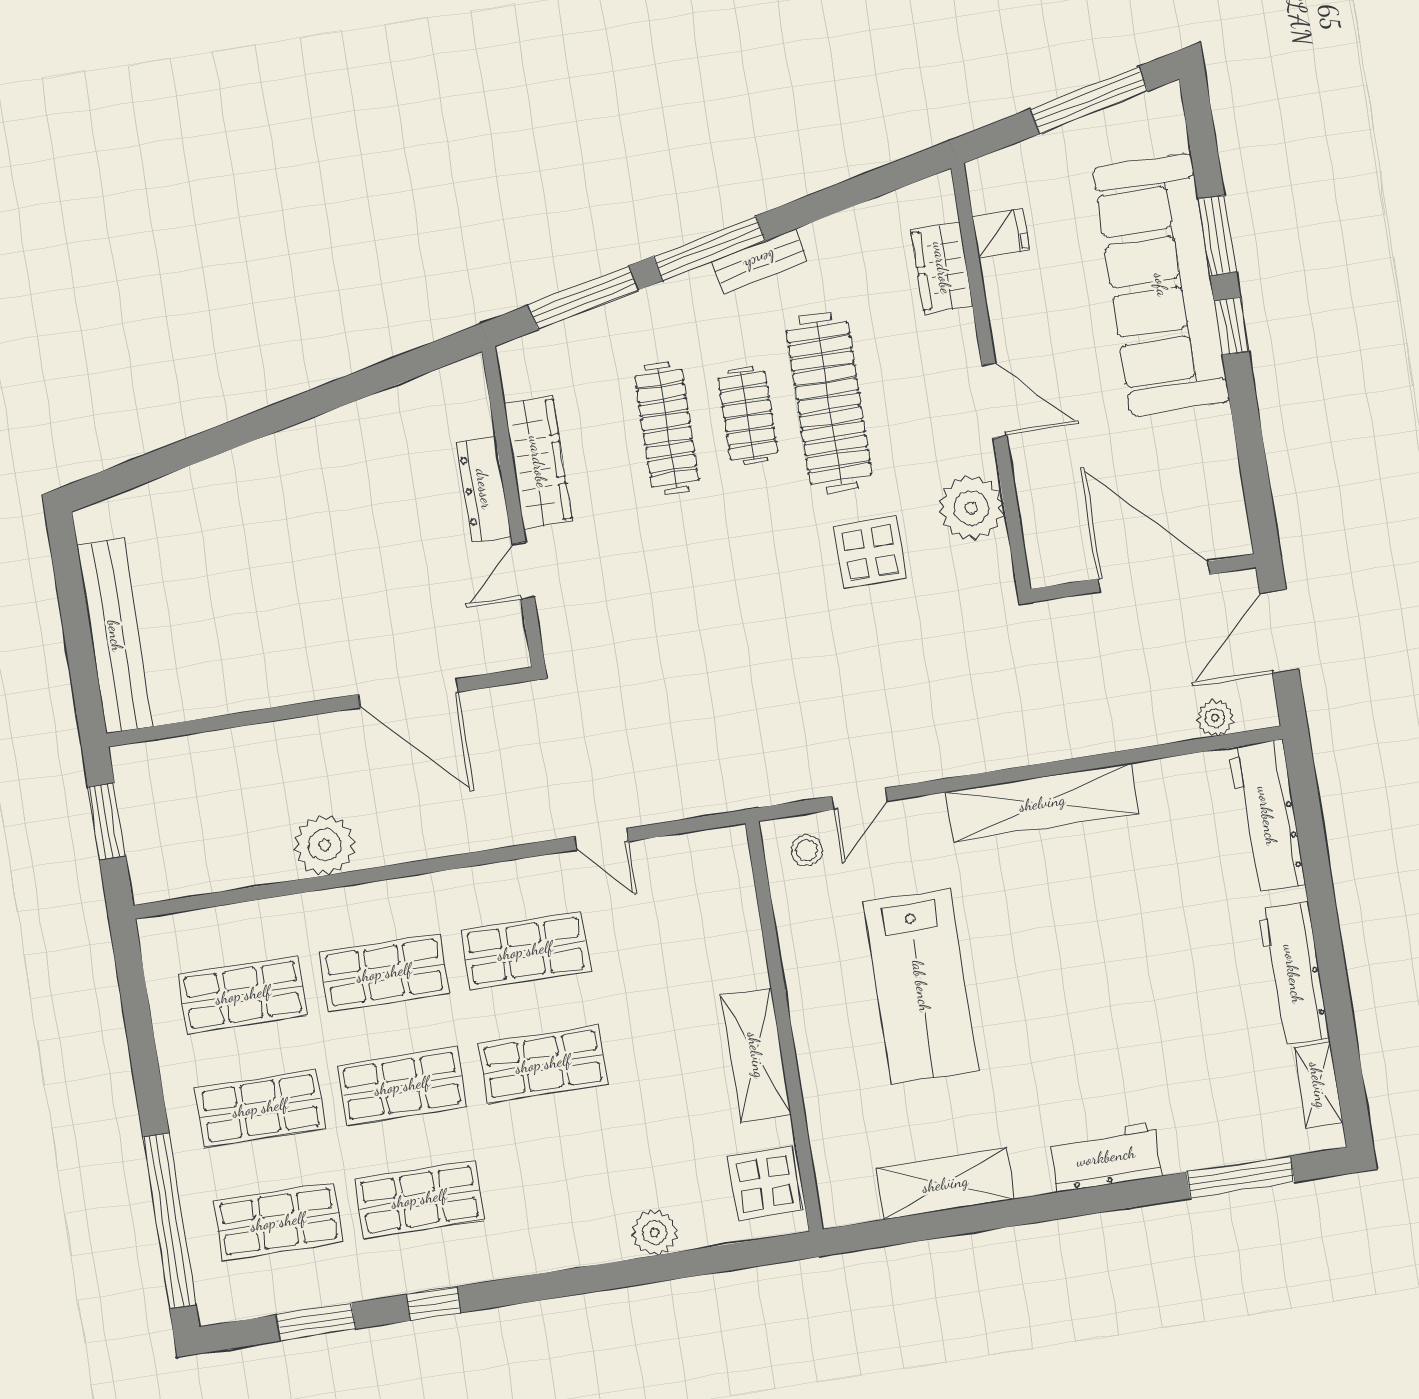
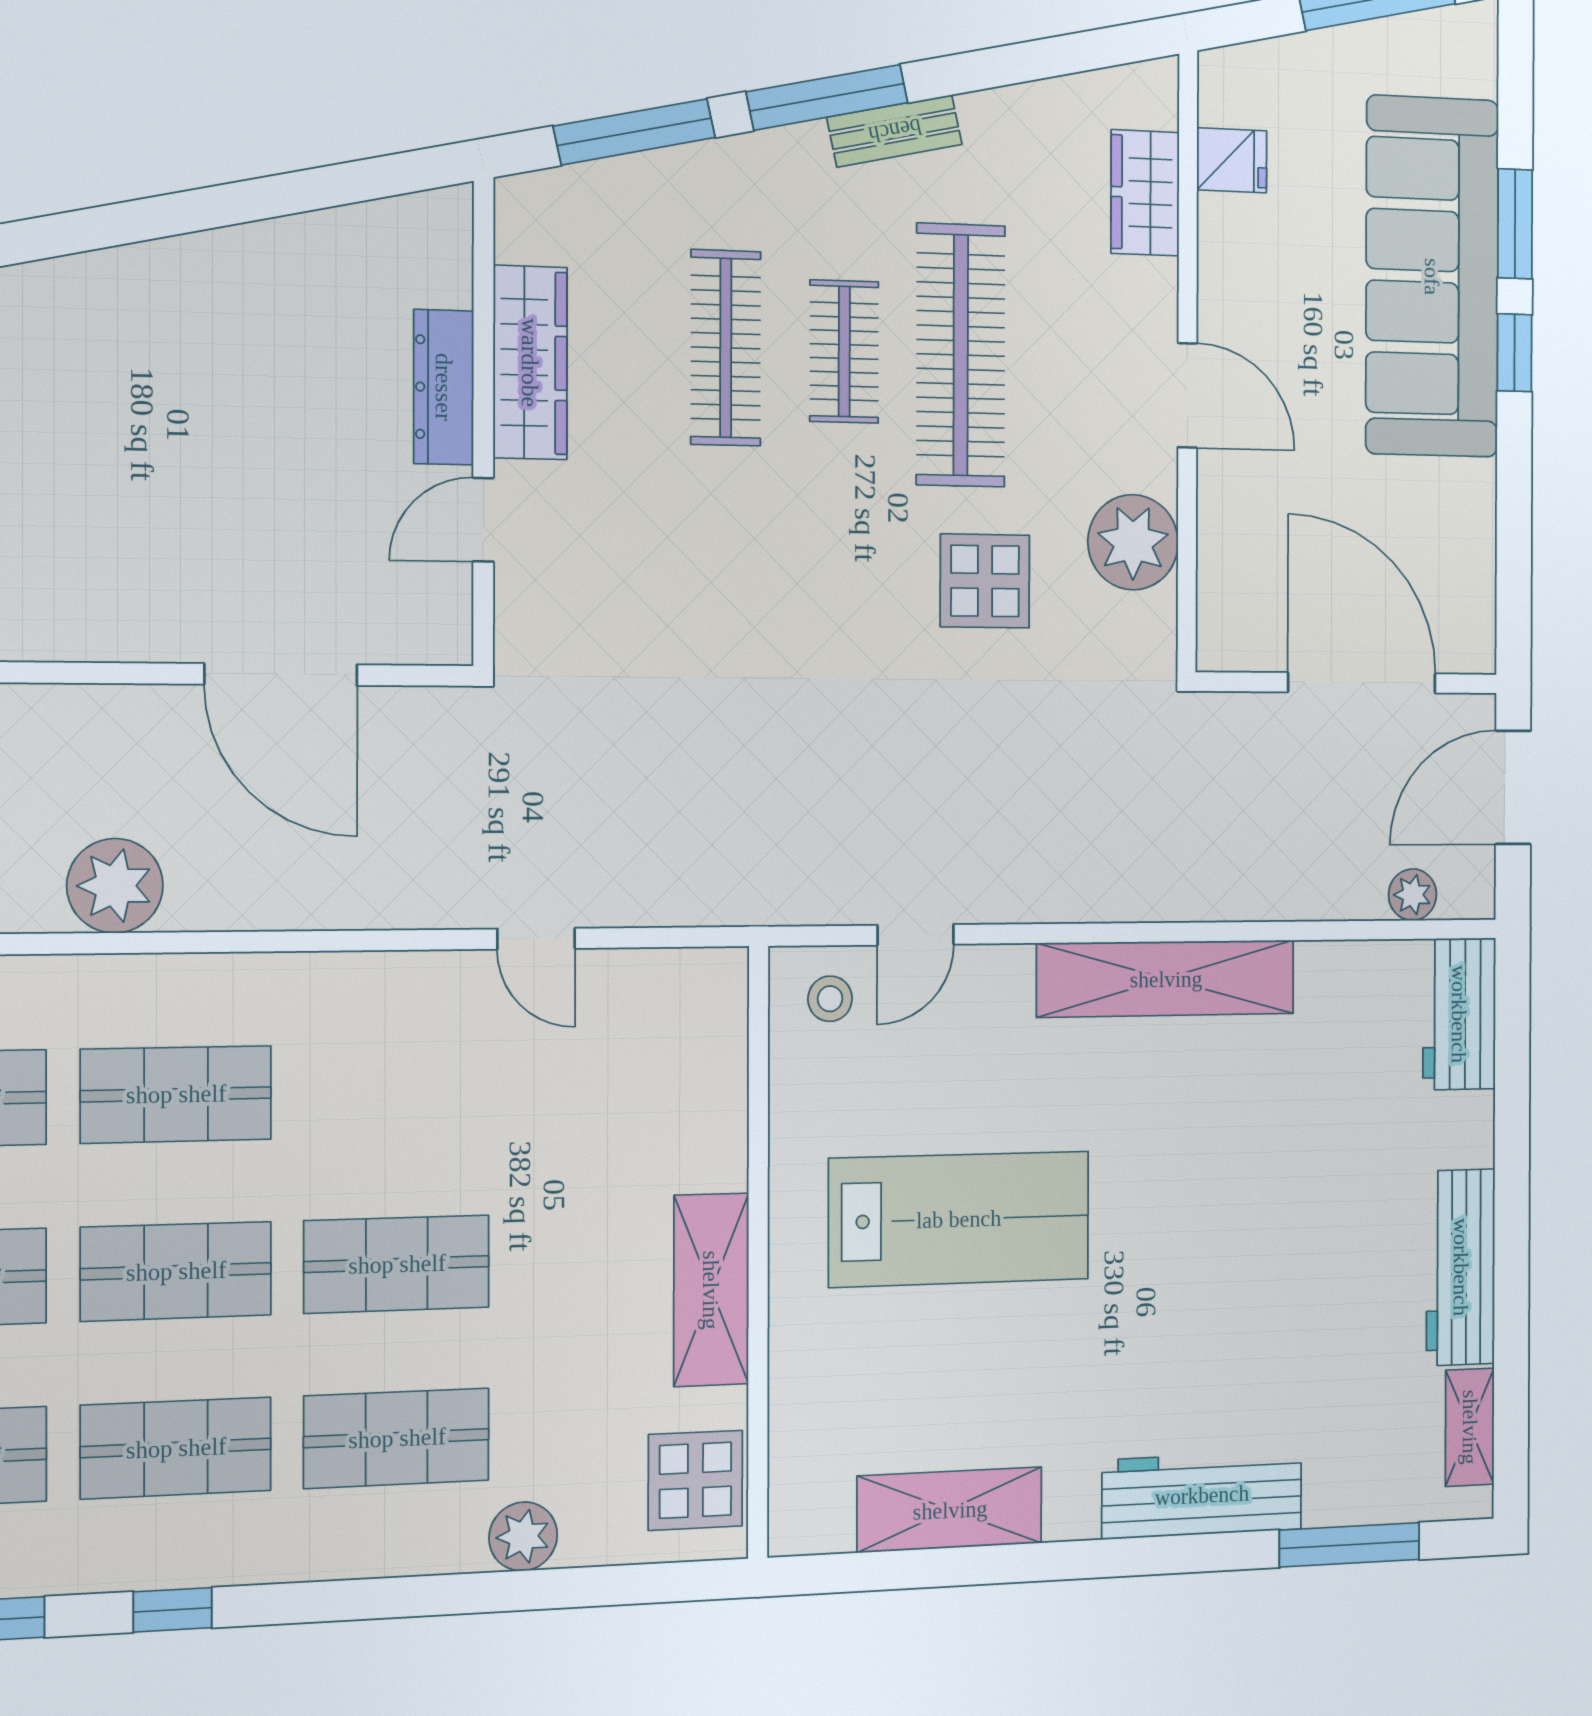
workbench: (1267, 816) -> (1459, 1014), width x0.73
shop shelf: (525, 951) -> (397, 1438), moved
lab bench: (921, 986) -> (959, 1219), turned -90
workbench: (1106, 1157) -> (1202, 1495), width x1.38

